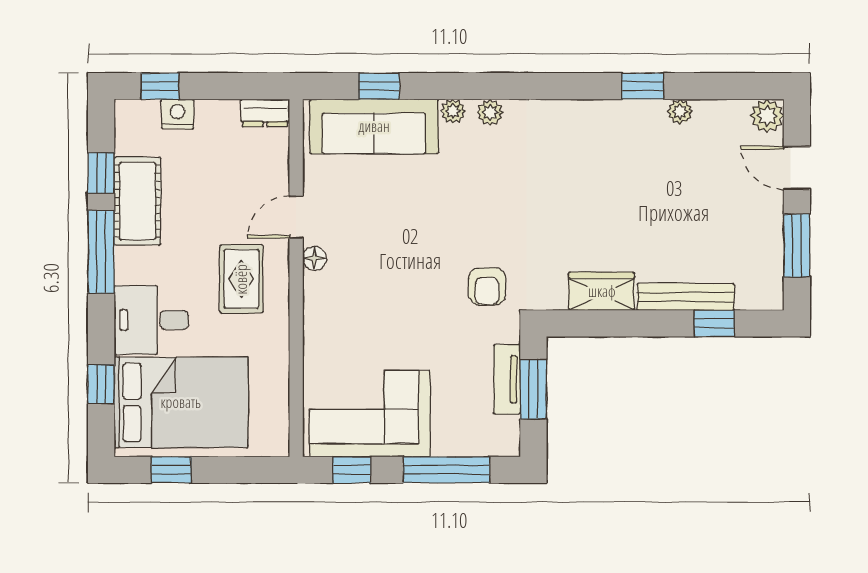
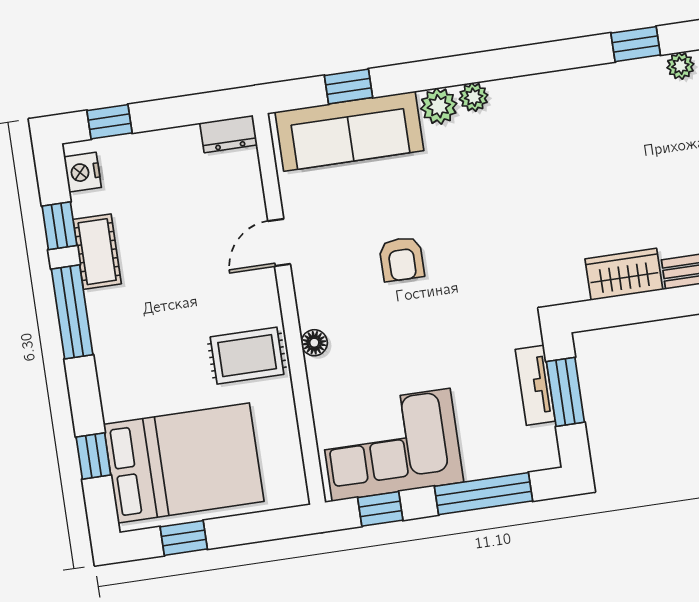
plant: (453, 111) -> (439, 106), width x1.38, depth x1.38
nightstand: (177, 114) -> (83, 172), moved, turned -90
cot: (137, 201) -> (97, 252), width x0.73, depth x0.75
floor lamp: (314, 258) -> (314, 343), moved
rug: (241, 279) -> (247, 356), moved, turned 90
armchair: (487, 287) -> (402, 259), moved
desk: (151, 320) -> (138, 378), removed

